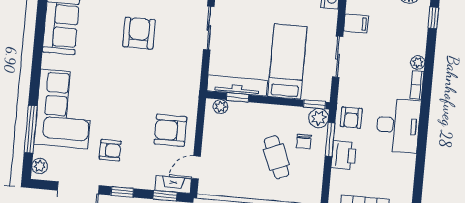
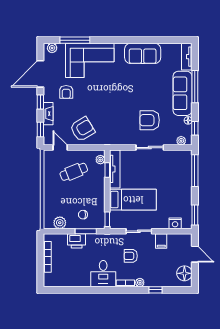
window: (433, 18) -> (155, 290), moved
armchair: (139, 33) -> (150, 120), moved, turned 180
plant: (319, 118) -> (60, 223), moved
armchair: (351, 118) -> (131, 256), moved
desk: (398, 125) -> (103, 274), width x0.73
armchair: (170, 130) -> (82, 129), turned 59
cafe table: (276, 157) -> (74, 172), moved
fireplace: (173, 184) -> (48, 114), moved

